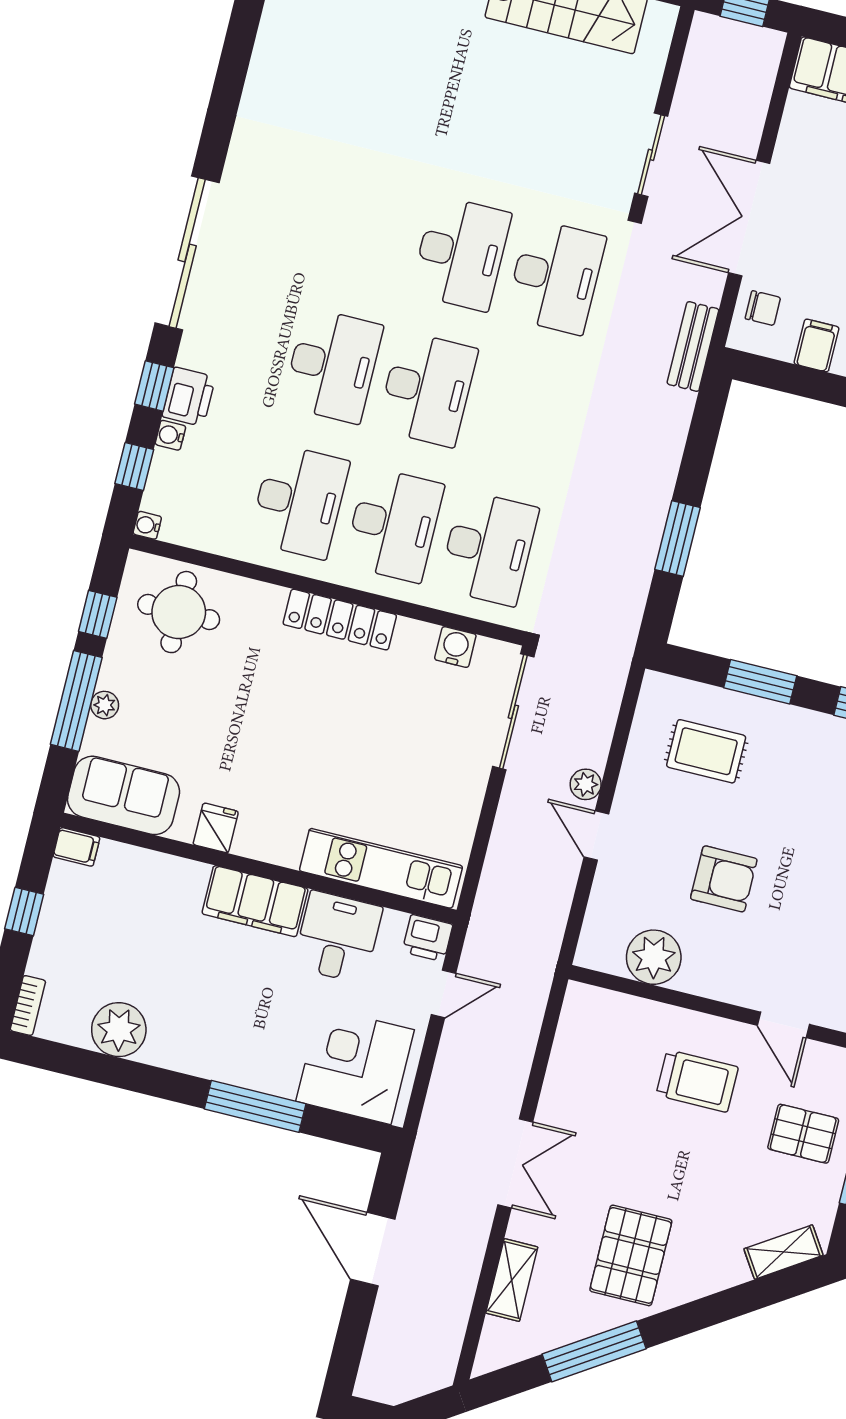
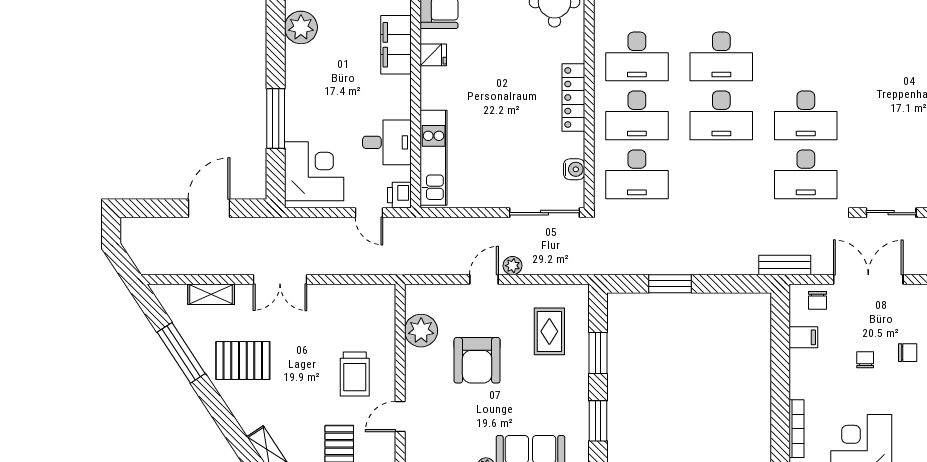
armchair: (724, 879) -> (477, 360), width x1.36, depth x1.36
filing cabinet: (255, 901) -> (396, 45), moved

